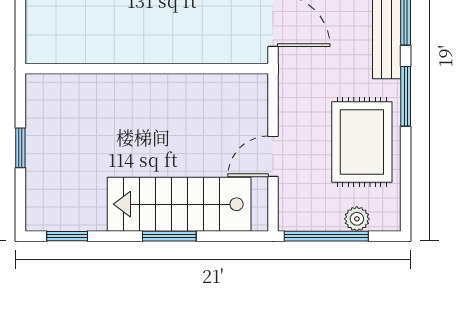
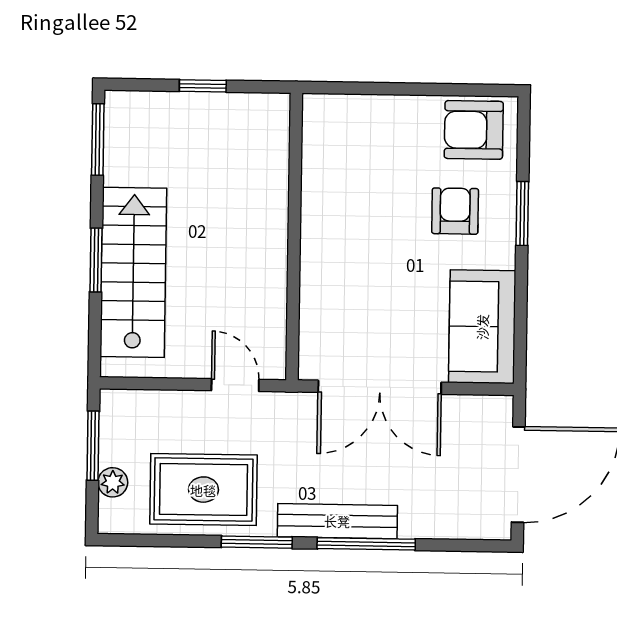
door: (273, 156) -> (235, 385), moved
window: (67, 236) -> (98, 139), width x1.50
window: (326, 236) -> (93, 446), width x0.69

